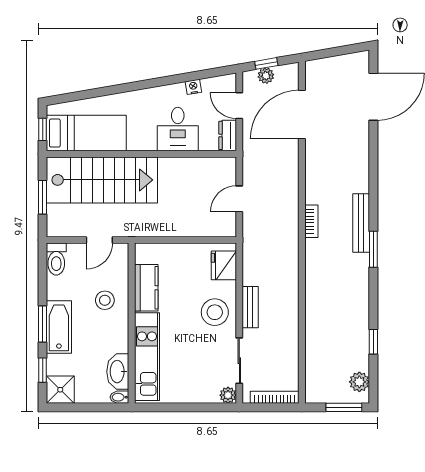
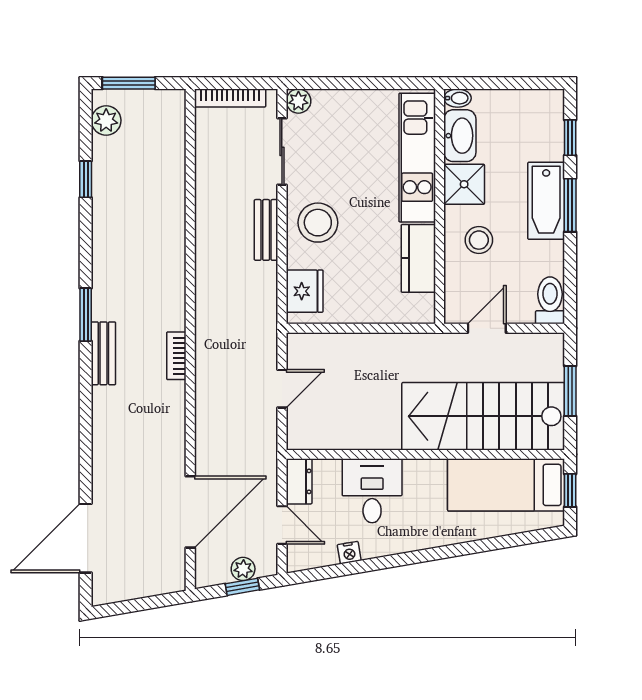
bench: (361, 223) -> (103, 353), width x0.73
shower: (60, 390) -> (464, 184), moved

